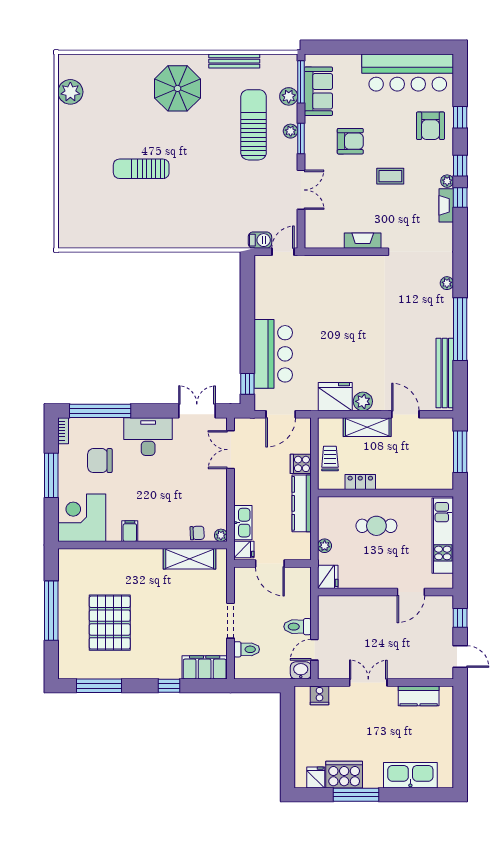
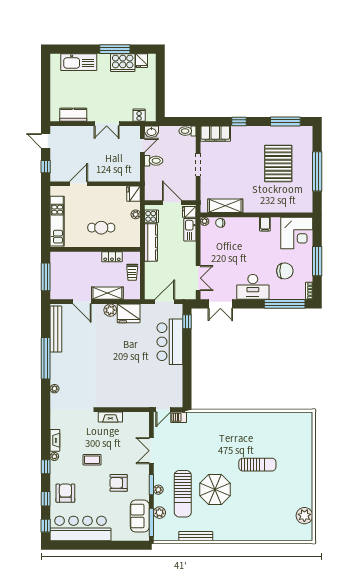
parasol: (178, 88) -> (215, 490), moved
window: (460, 197) -> (46, 526), moved
cooker: (301, 464) -> (152, 216), moved
toilet: (247, 649) -> (187, 131), moved

